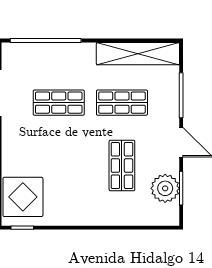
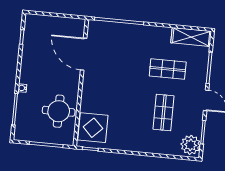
shelving: (138, 54) -> (191, 37), width x0.68
shop shelf: (59, 103) -> (124, 65), removed
plant: (165, 188) -> (191, 145), moved

